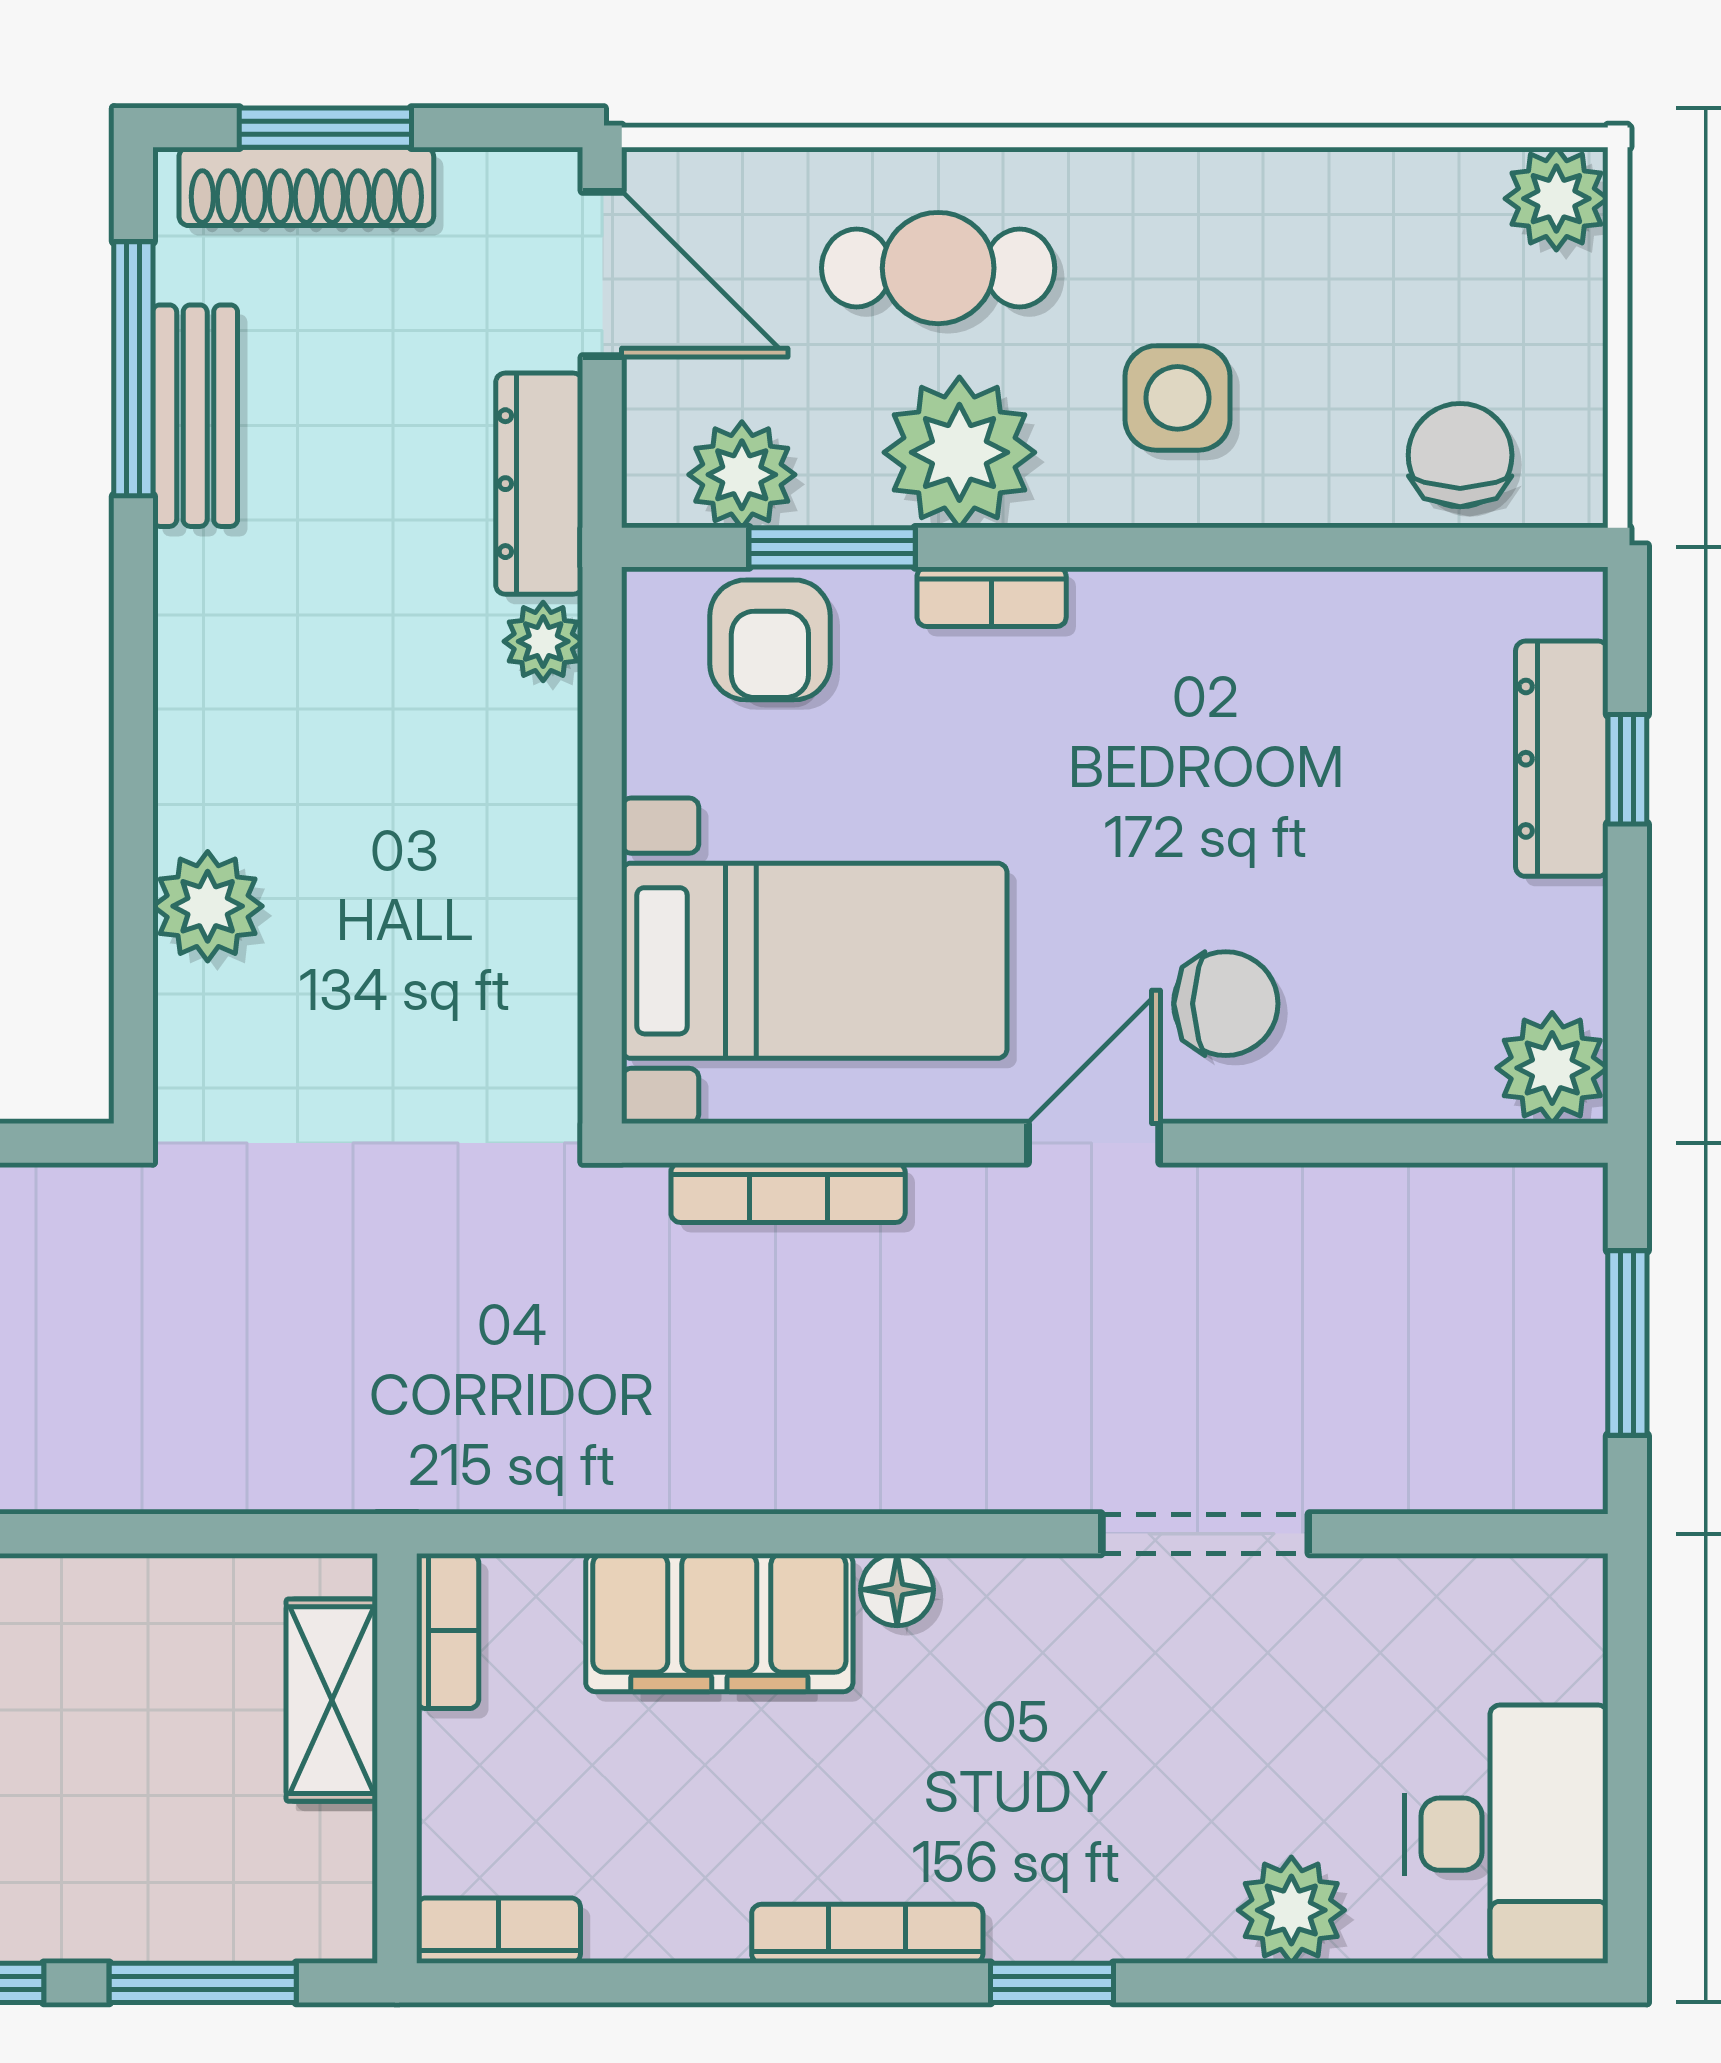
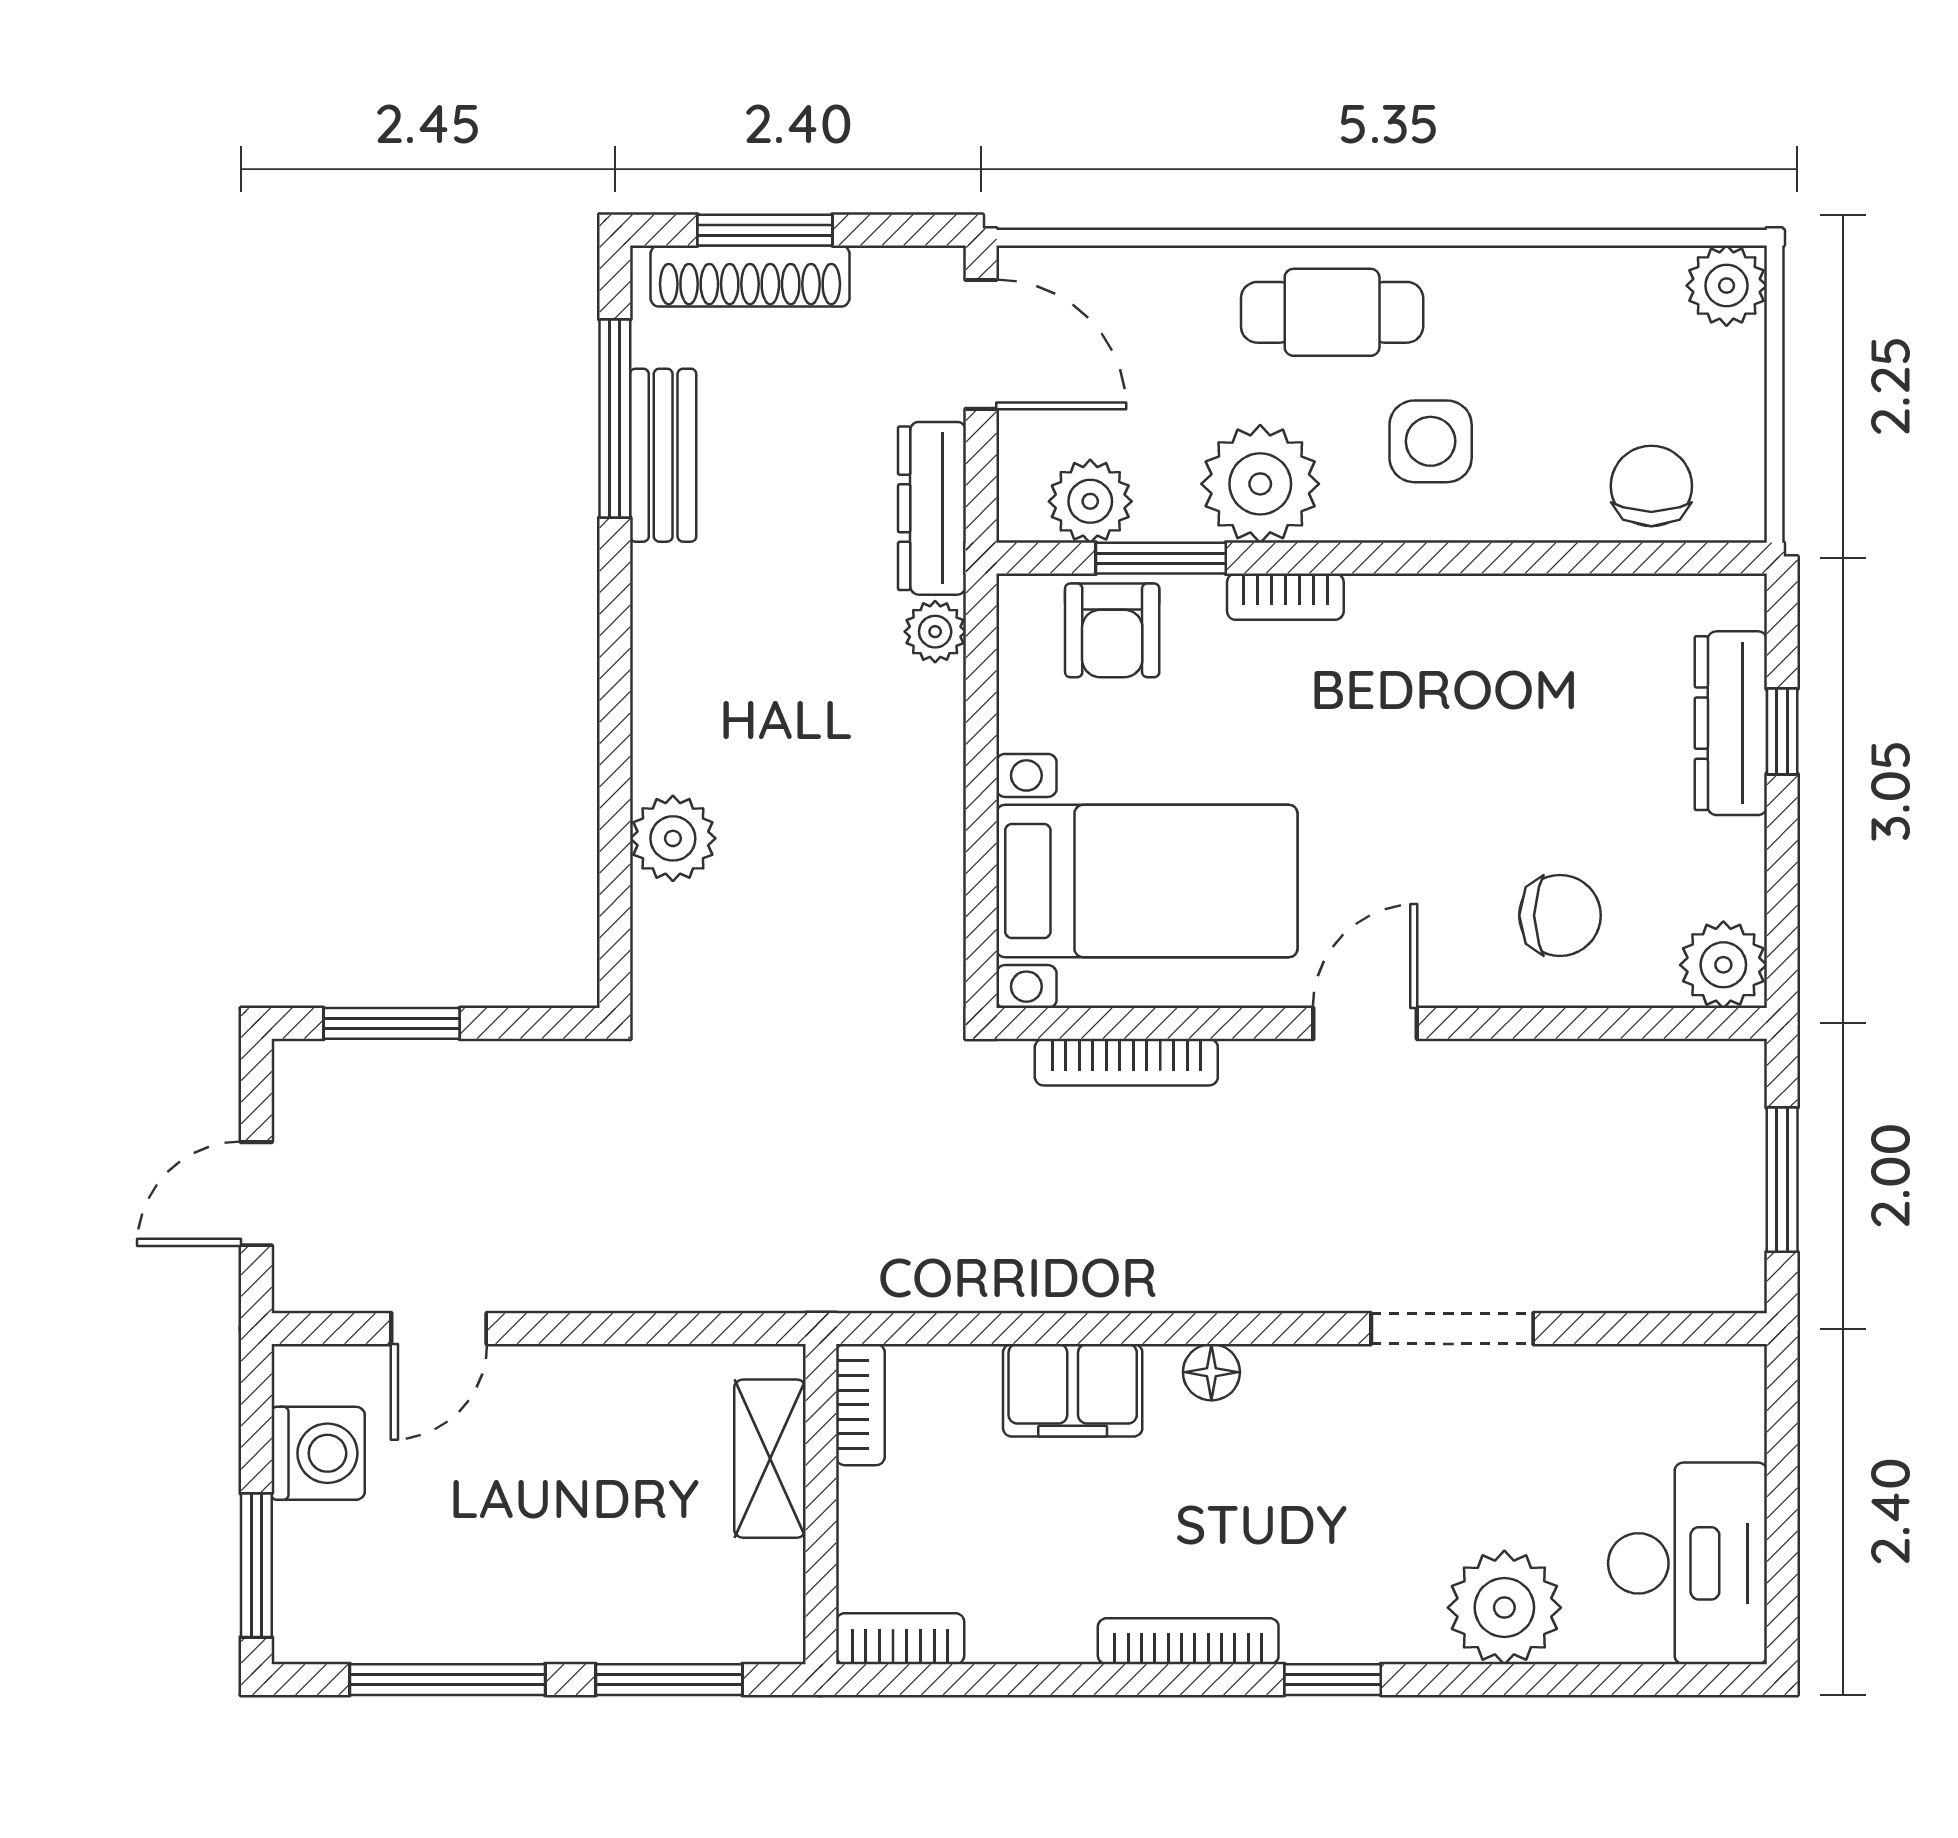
cafe table: (938, 268) -> (1332, 312), moved
chair: (1226, 1004) -> (1560, 915), moved
filing cabinet: (719, 1623) -> (1073, 1390), width x0.67, depth x0.86
plant: (1291, 1910) -> (1504, 1608), width x1.36, depth x1.36

